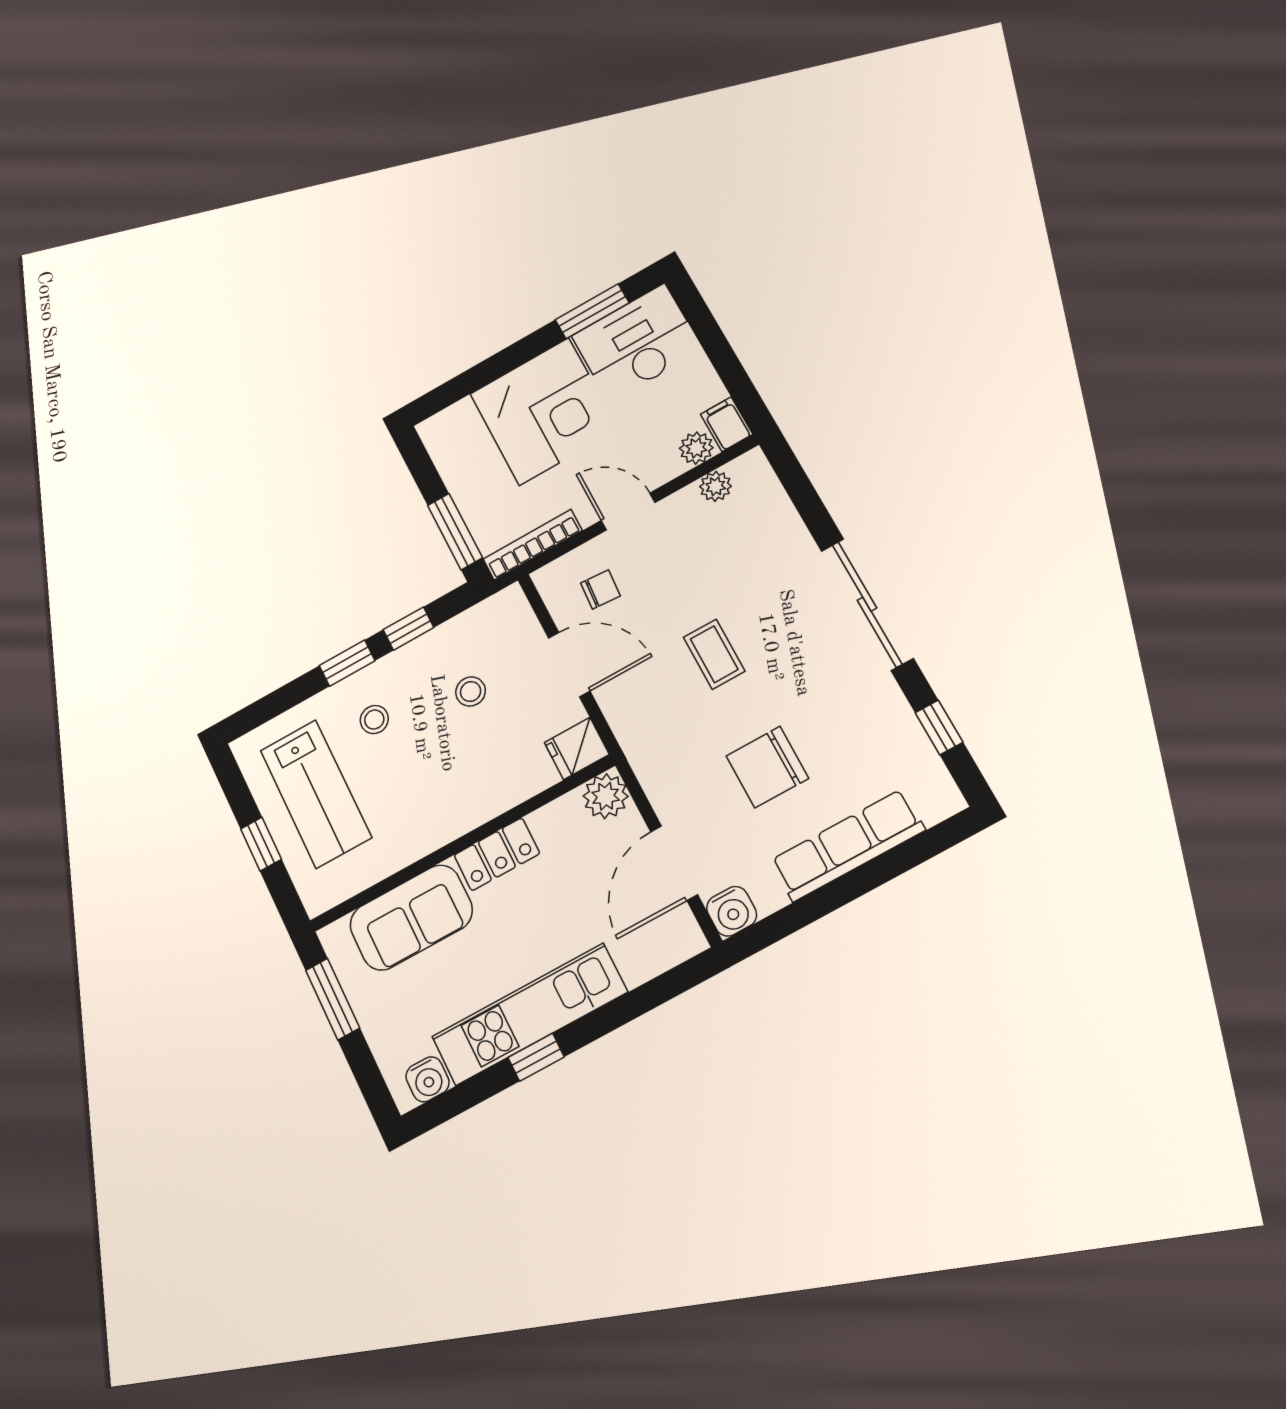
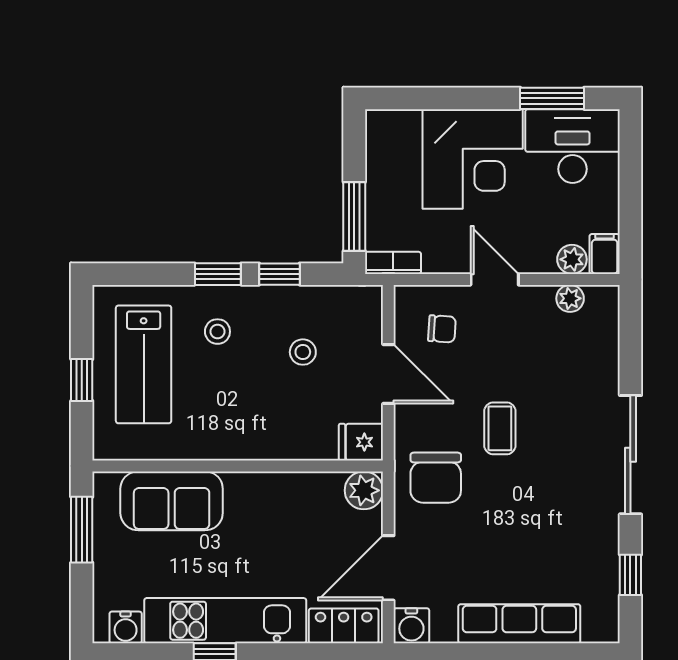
bookcase: (533, 545) -> (393, 263), width x0.64
chair: (767, 767) -> (436, 478), moved, turned -90
locker: (497, 854) -> (344, 626), moved, turned 180

